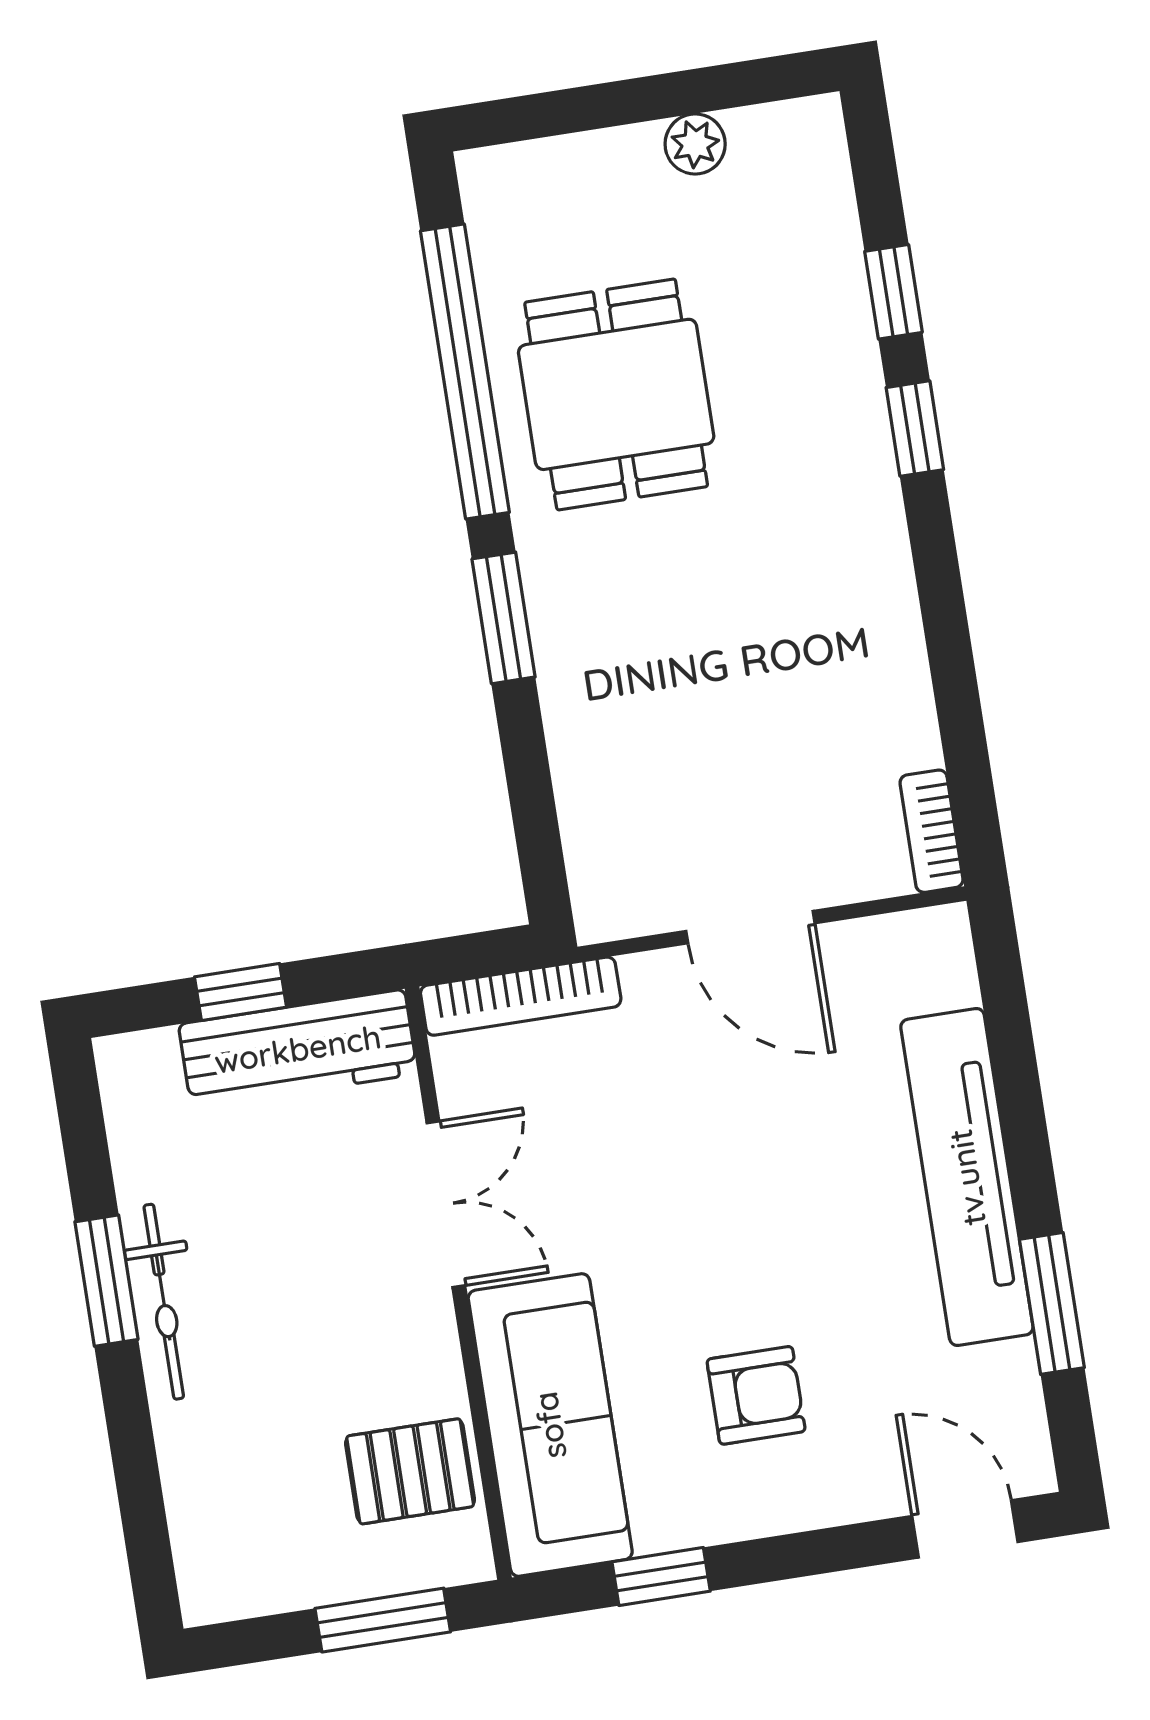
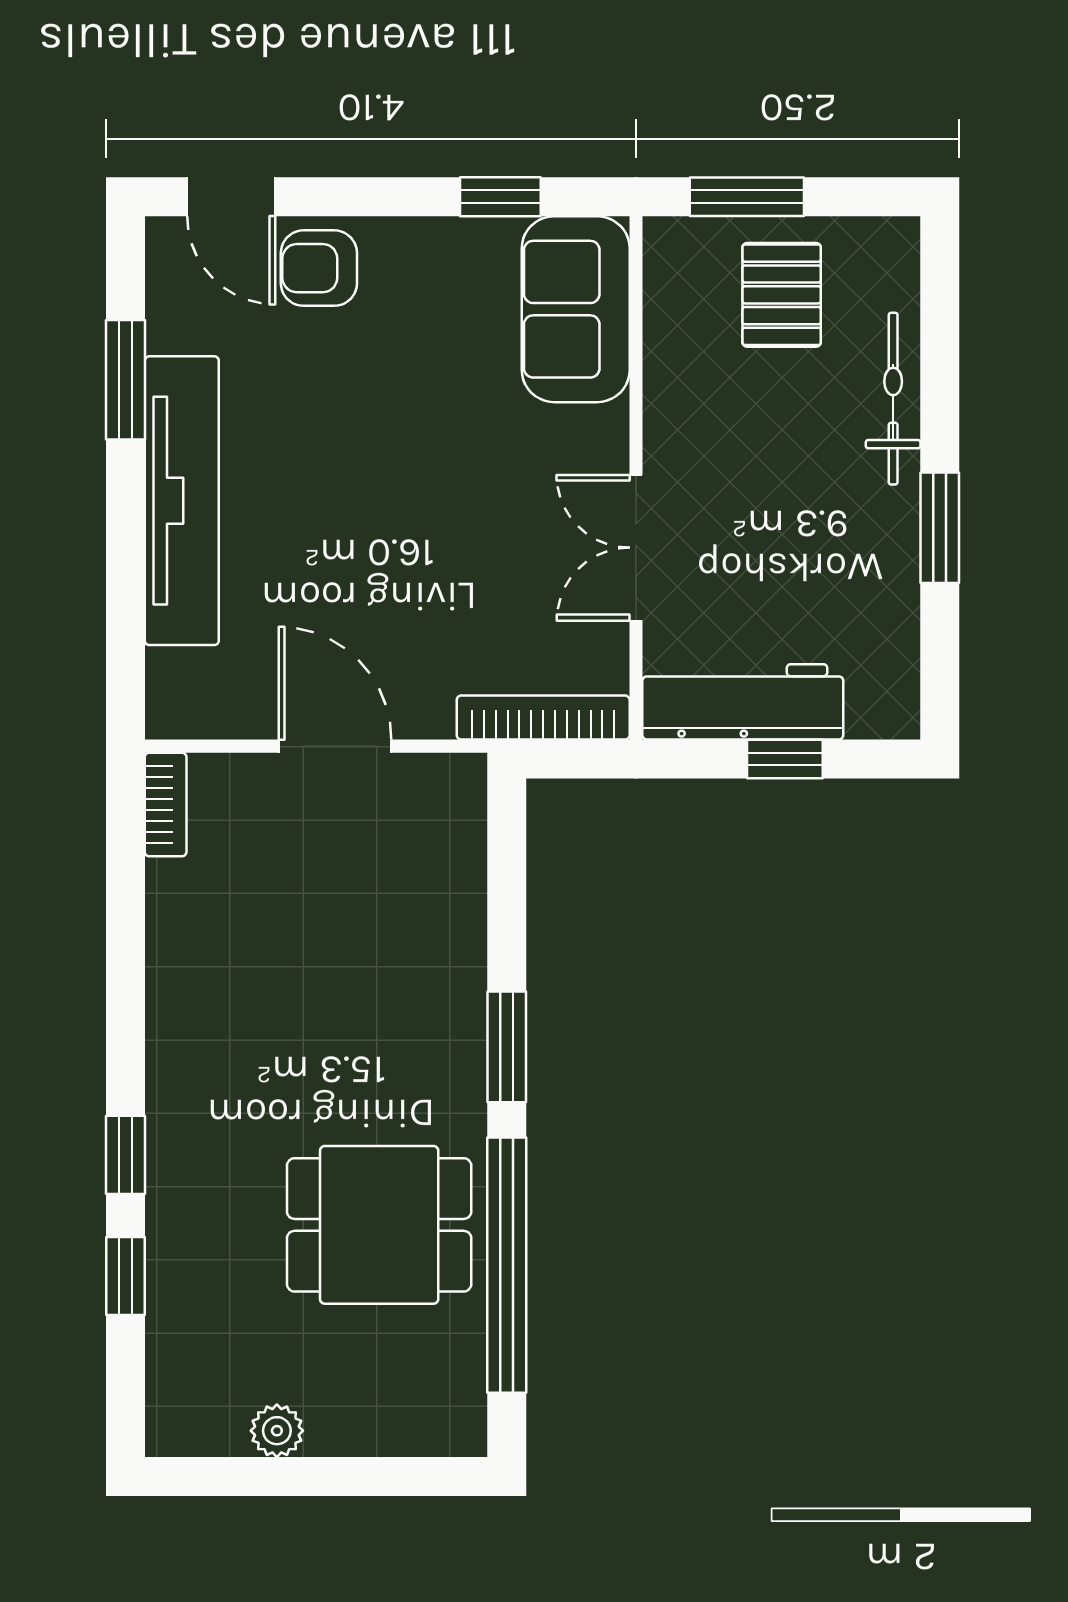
dining table: (616, 394) -> (379, 1225), turned 90
bicycle: (164, 1302) -> (893, 399), moved
armchair: (756, 1395) -> (319, 268), moved
sofa: (550, 1425) -> (576, 309), width x0.73
pallet: (410, 1471) -> (782, 295), moved, turned 90

